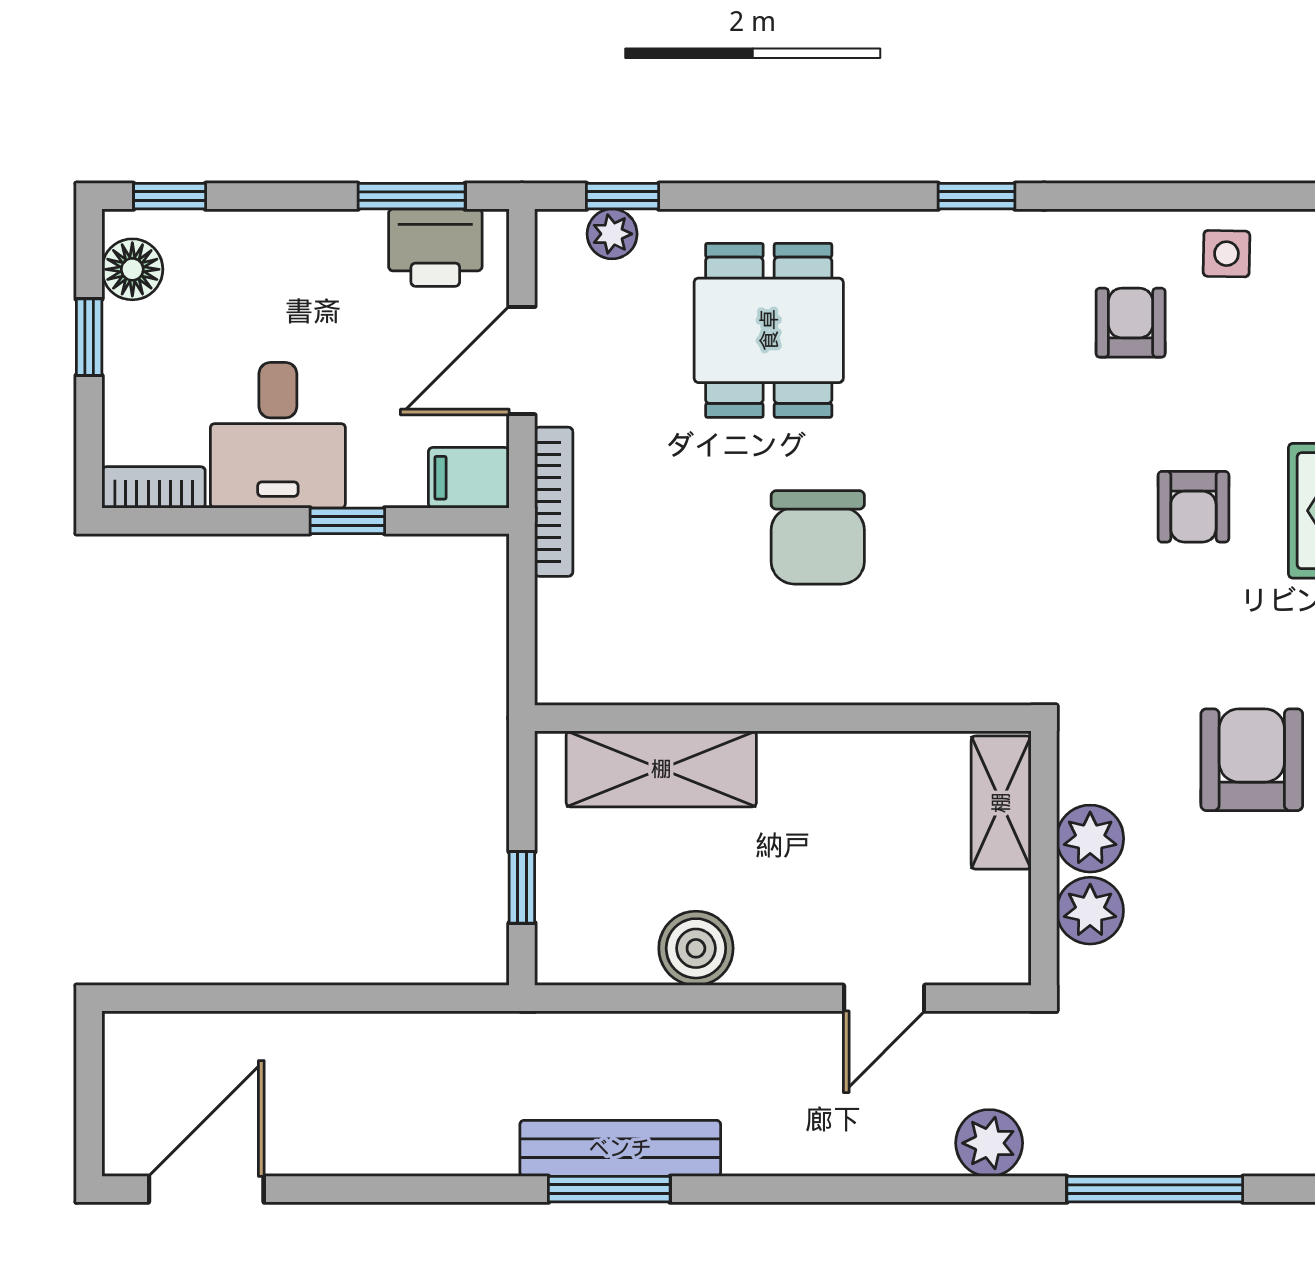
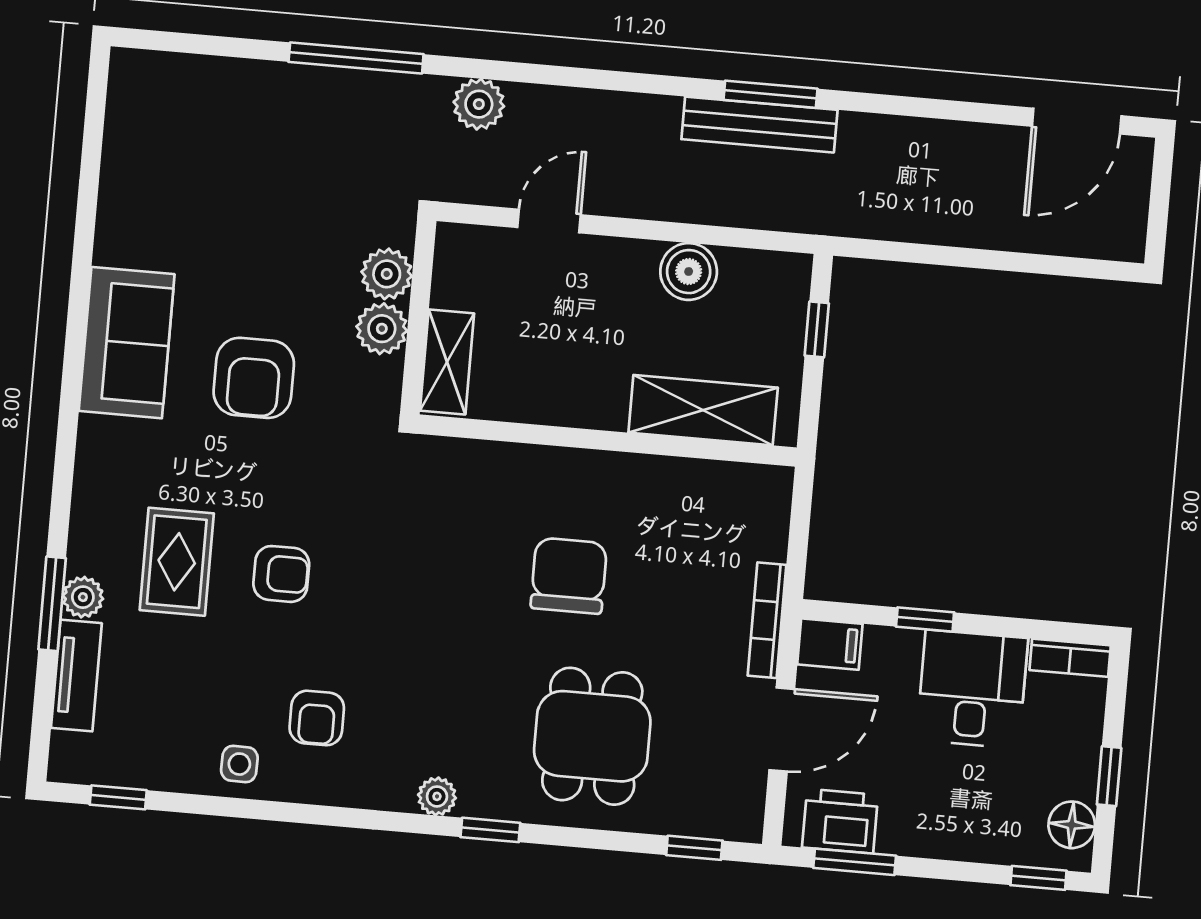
window: (977, 196) -> (490, 830), moved
plant: (612, 234) -> (437, 796), moved
armchair: (1193, 507) -> (281, 574), turned 90

